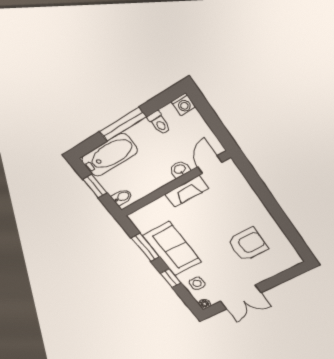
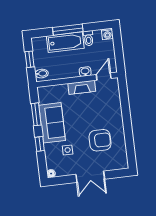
bathtub: (109, 155) -> (65, 42), moved
side table: (197, 283) -> (68, 150), moved
double door: (241, 297) -> (90, 177), moved

